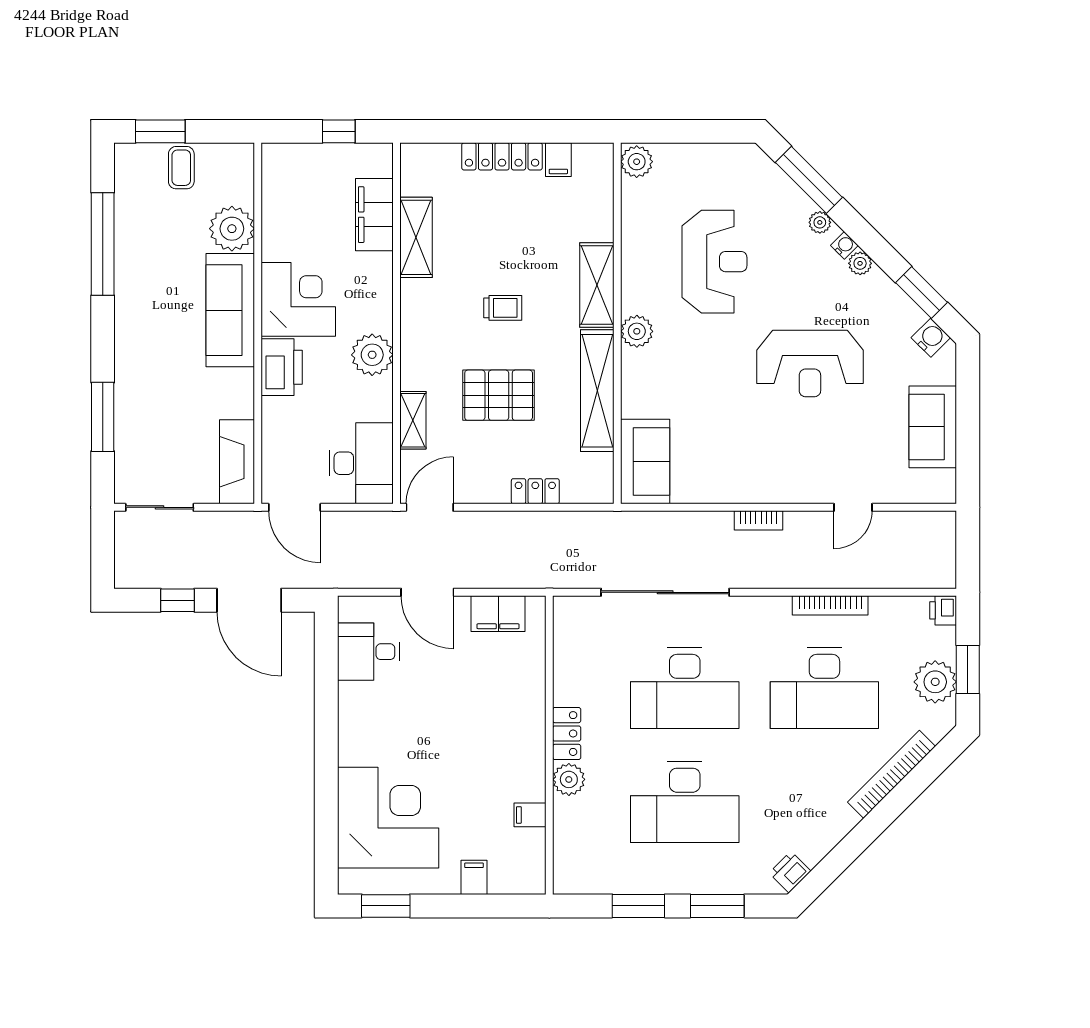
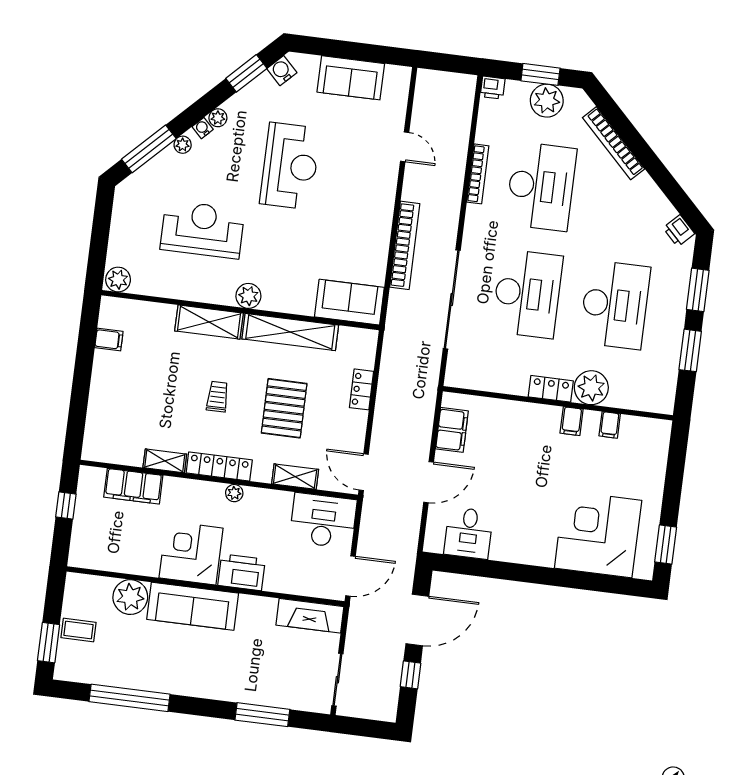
locker: (502, 156) -> (219, 466), moved, turned -90
shelving: (416, 237) -> (165, 461), width x0.67, depth x0.75
plant: (372, 355) -> (234, 493), width x0.53, depth x0.53
bookcase: (759, 520) -> (405, 245), width x2.31, depth x1.31
plant: (569, 779) -> (591, 388), width x1.36, depth x1.36
filing cabinet: (474, 877) -> (572, 421), moved, turned -90

